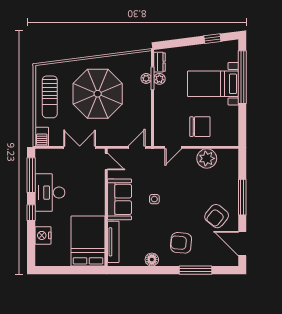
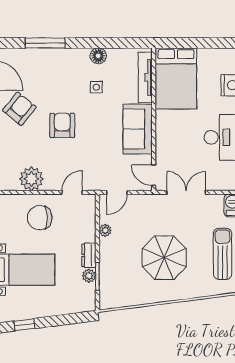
dresser: (160, 62) -> (89, 255), moved
plant: (146, 78) -> (105, 230), moved
parasol: (98, 94) -> (164, 258), width x0.73, depth x0.73
double door: (80, 147) -> (186, 192), swing flipped
side table: (154, 199) -> (96, 87), moved
armchair: (181, 243) -> (62, 125), moved, turned -95

